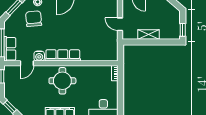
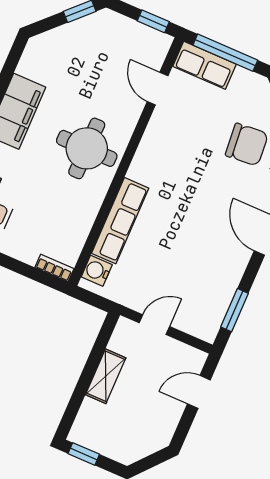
row of seats: (63, 55) -> (120, 221), moved
water cooler: (39, 56) -> (97, 271), moved

